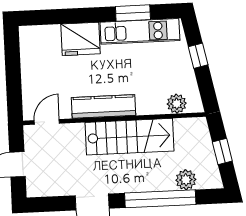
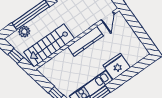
plant: (177, 104) -> (52, 65), removed
stairs: (129, 137) -> (49, 45), moved

